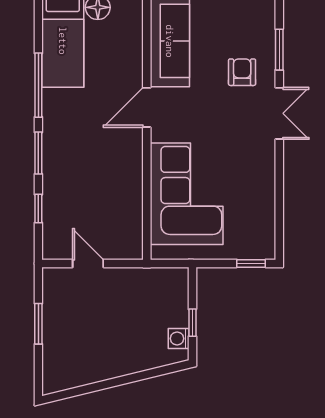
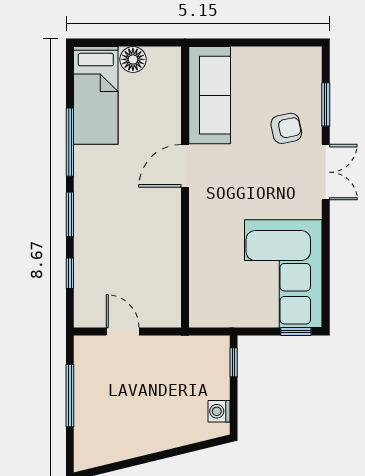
armchair: (242, 72) -> (286, 128), turned 78
corner sofa: (187, 194) -> (283, 274), moved, turned 180
window: (192, 323) -> (234, 362), moved
window: (38, 324) -> (70, 396), width x1.44

